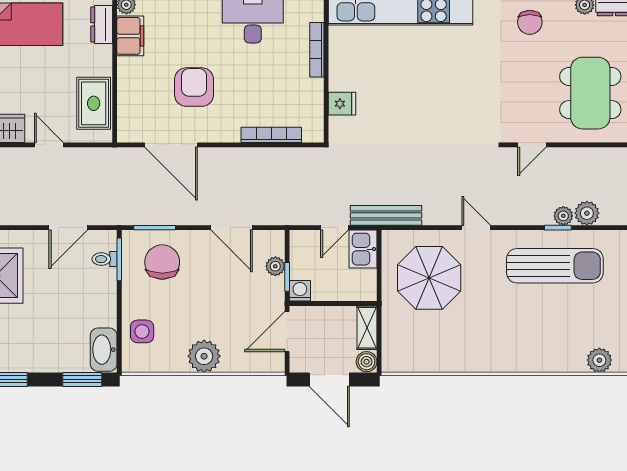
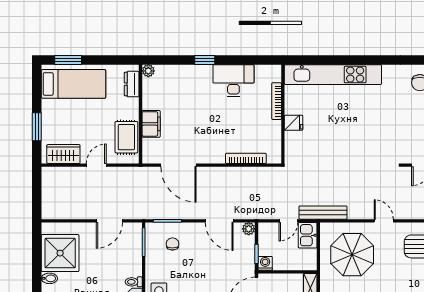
filing cabinet: (130, 36) -> (151, 124), moved
armchair: (194, 87) -> (194, 126), removed
fridge: (342, 104) -> (294, 123), moved
door: (49, 145) -> (96, 165), hinge flipped
toilet: (105, 259) -> (134, 282), moved
chair: (162, 262) -> (172, 244), width x0.54, depth x0.54
plant: (275, 266) -> (249, 229), moved

